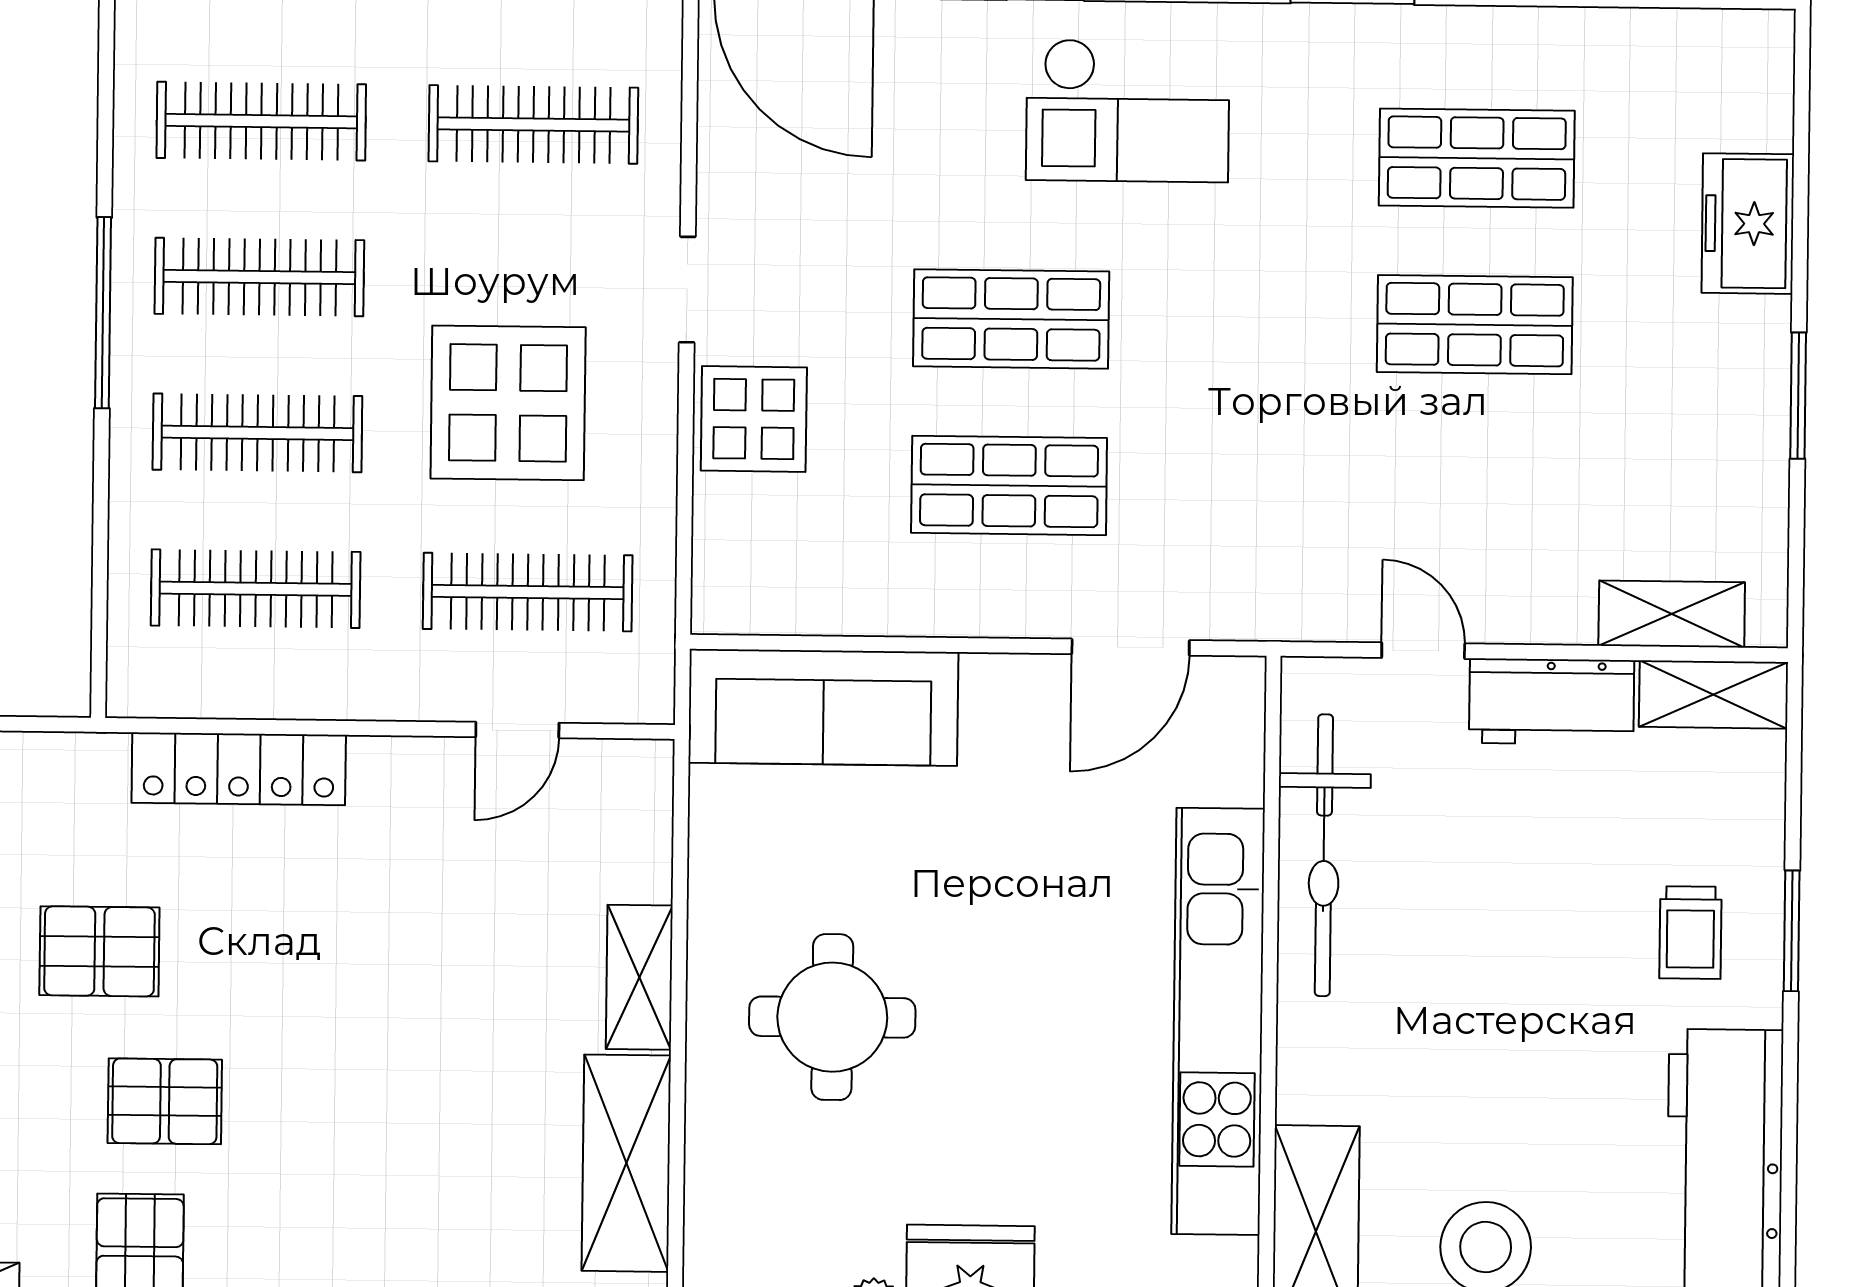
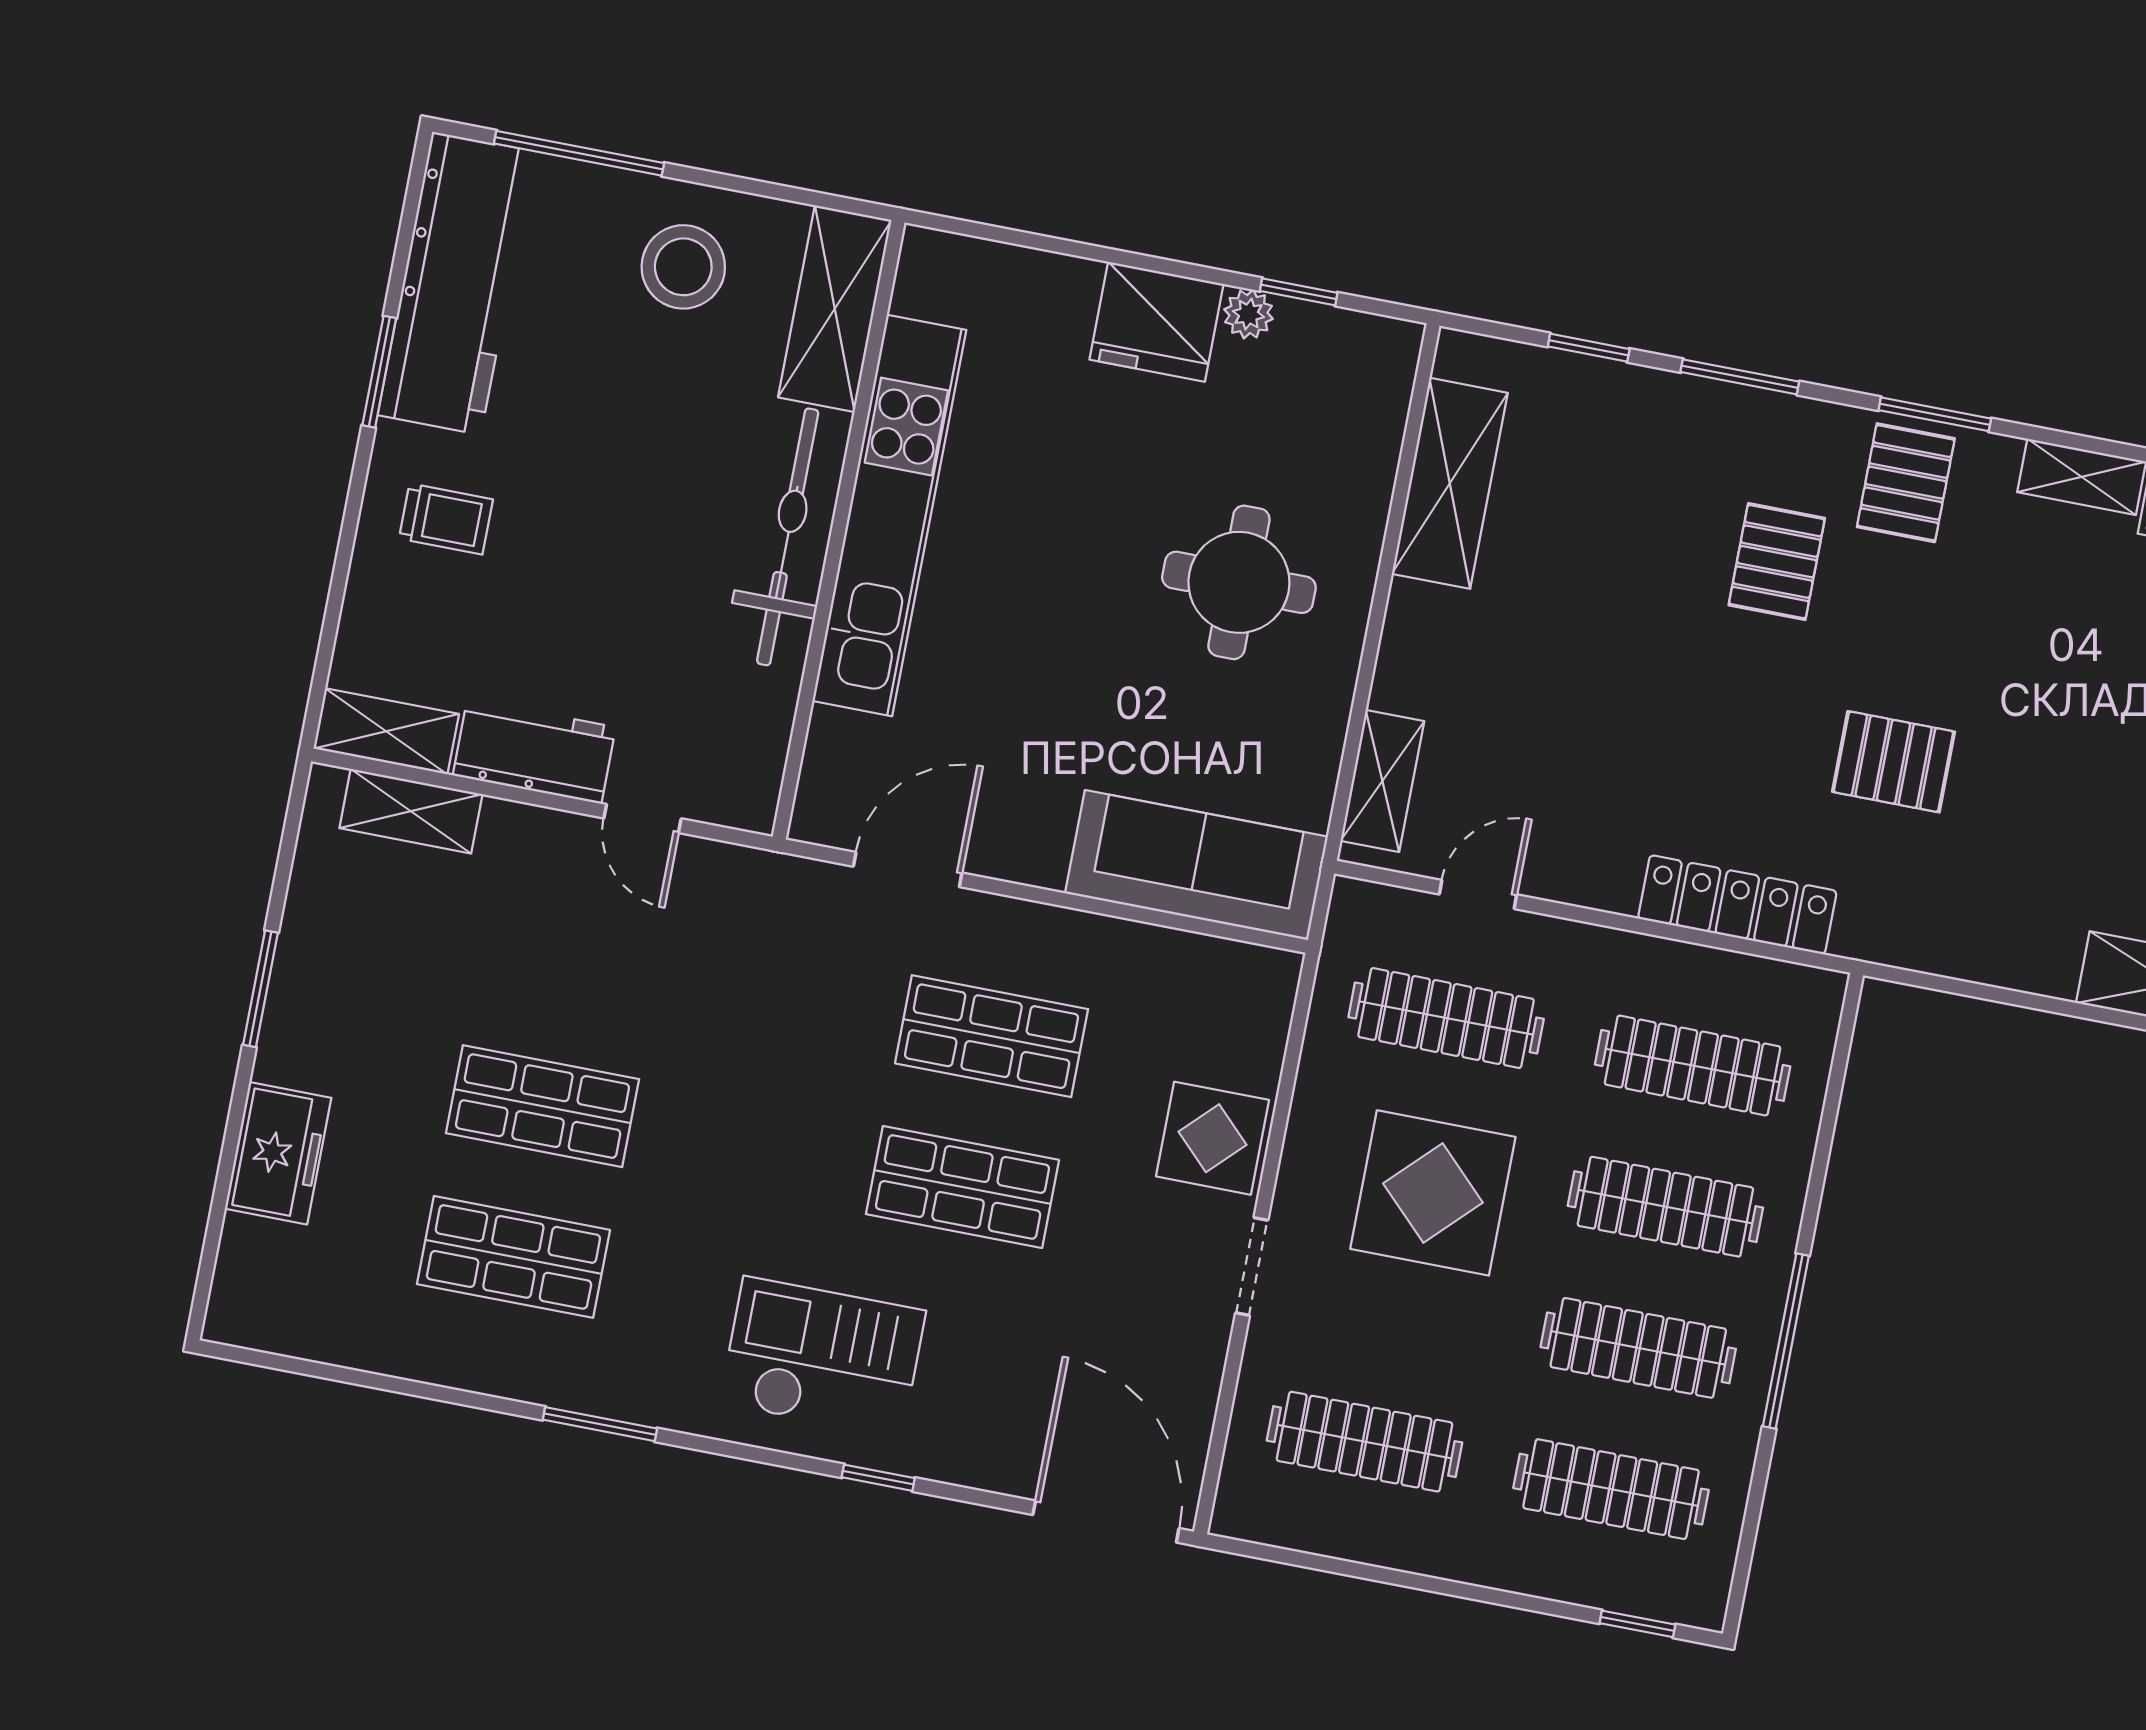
bicycle: (1324, 855) -> (788, 537), moved
window: (1792, 931) -> (379, 372), moved
trolley: (1690, 933) -> (446, 519), turned 90
shelving: (639, 977) -> (1382, 781), moved
pallet: (165, 1101) -> (1777, 562), moved, turned 90

